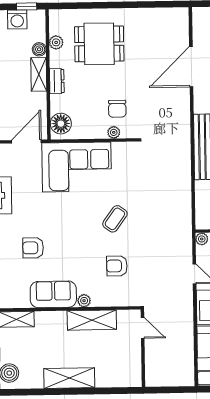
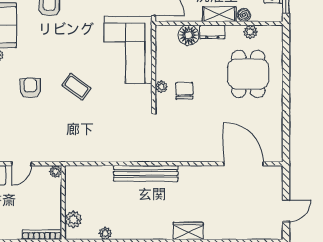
door: (191, 67) -> (244, 164), moved
chair: (117, 109) -> (184, 91), turned 90
floor lamp: (61, 124) -> (189, 35), moved

